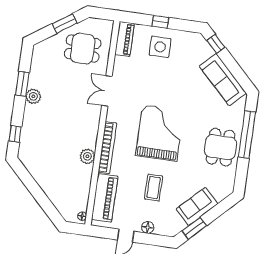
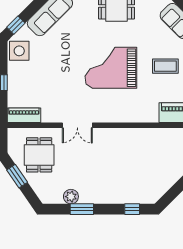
side table: (160, 47) -> (19, 51), moved
plant: (33, 96) -> (71, 197), moved
bookcase: (107, 148) -> (133, 117), removed
plant: (87, 156) -> (144, 135), removed

